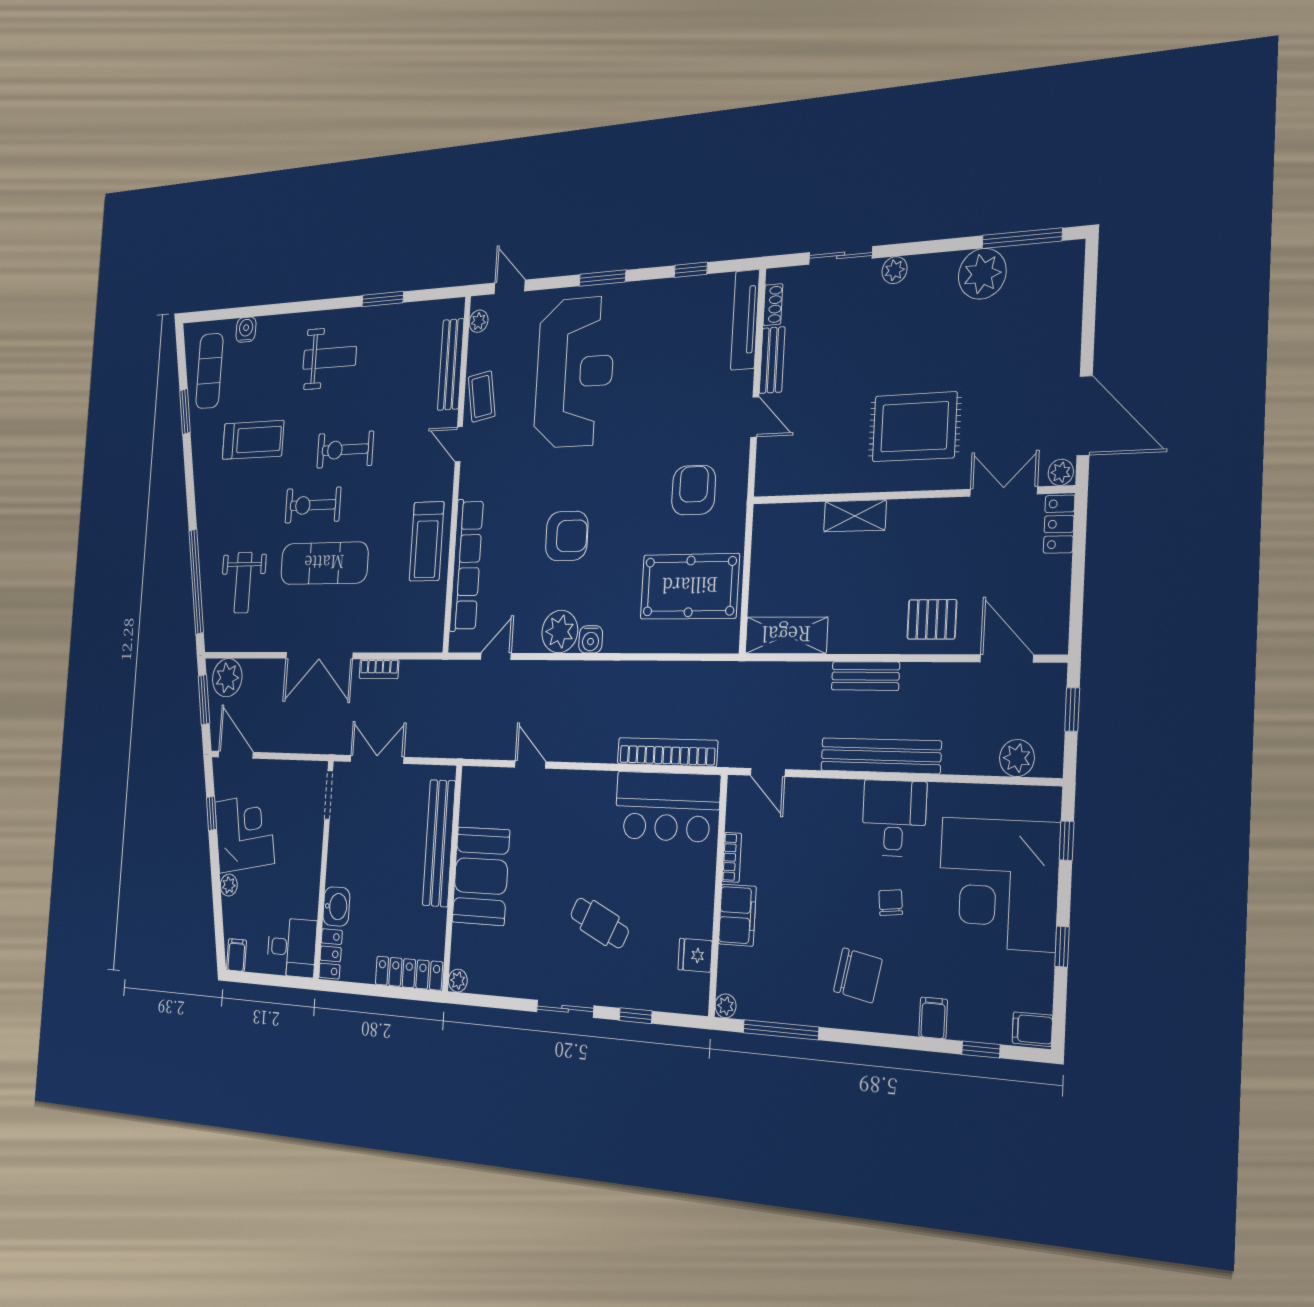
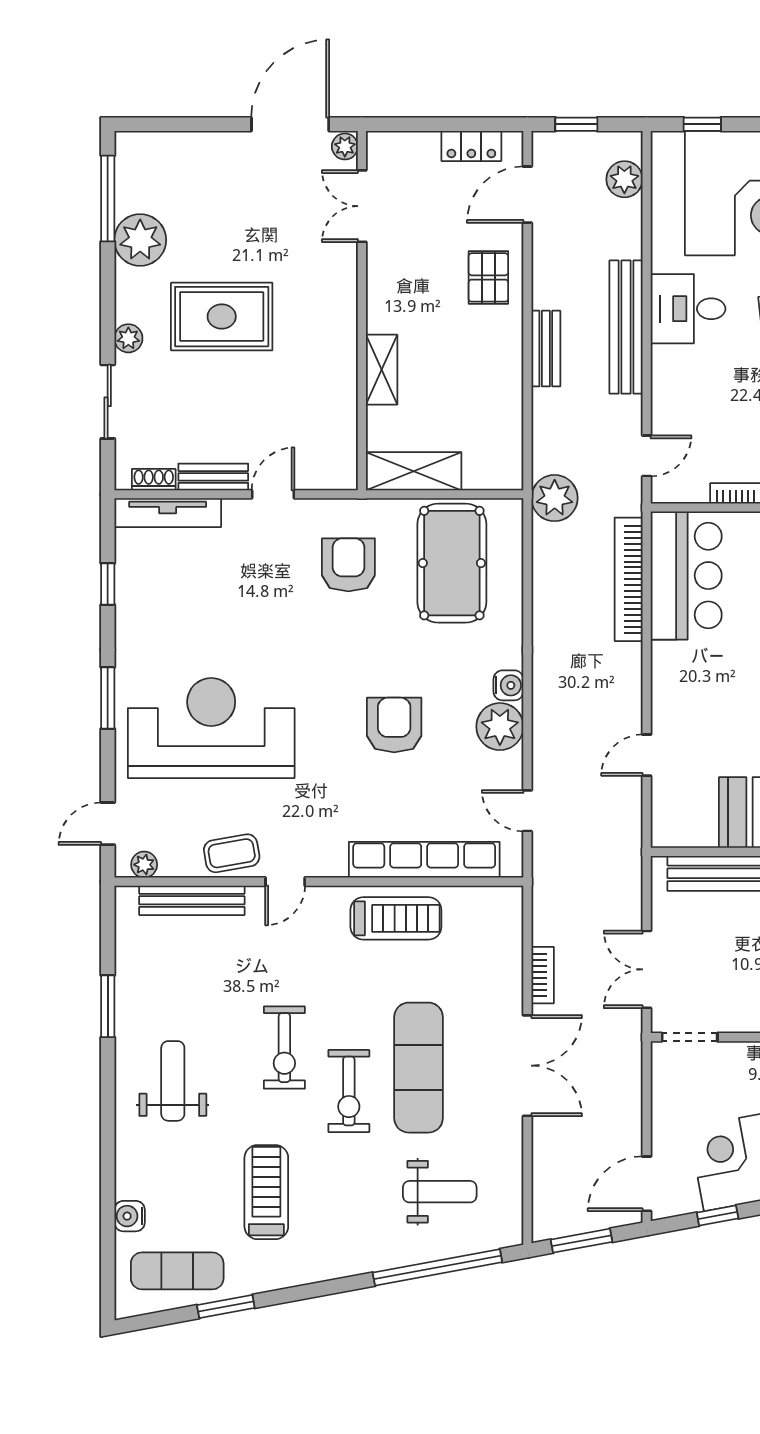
rug: (915, 427) -> (222, 317), moved, turned 90
armchair: (694, 490) -> (348, 565), turned 90
locker: (1059, 524) -> (471, 146), moved
shelving: (786, 635) -> (414, 471), moved, turned 90
plant: (227, 678) -> (555, 498), moved

